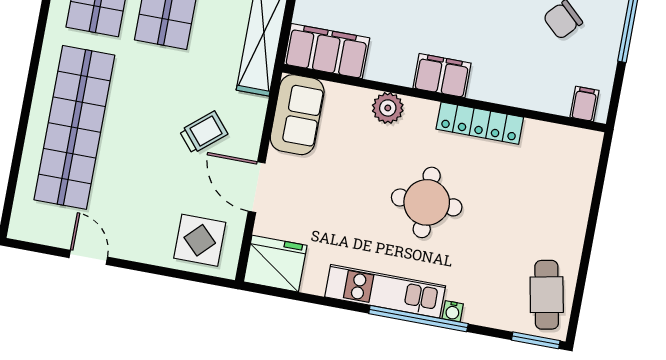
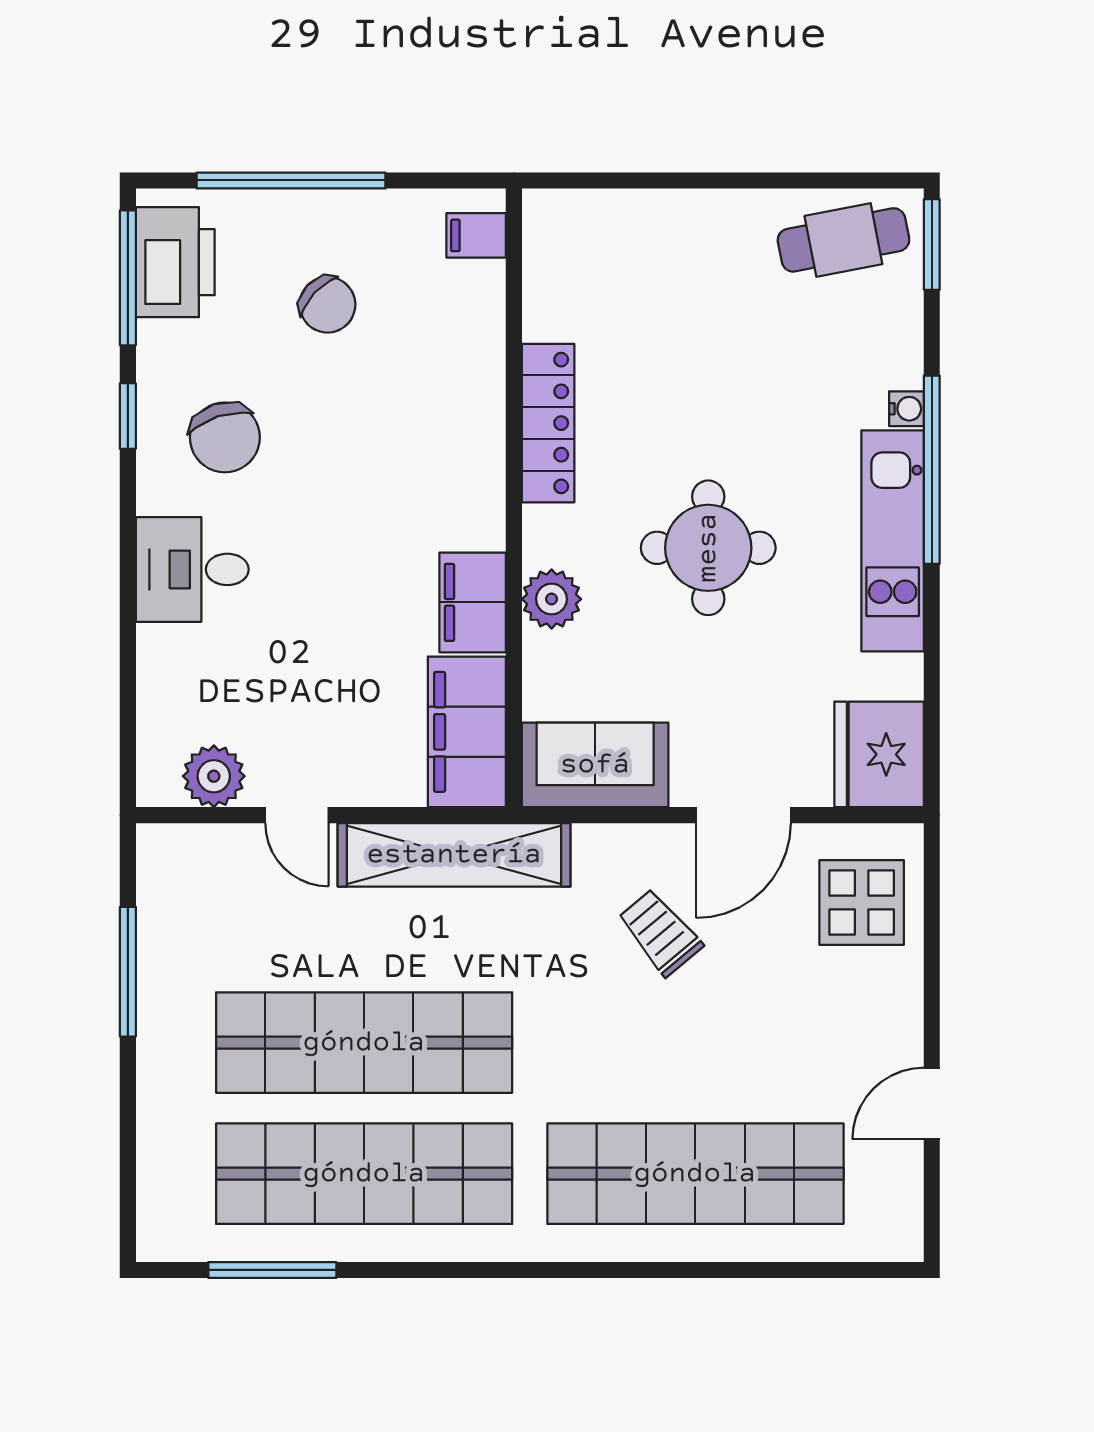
filing cabinet: (442, 76) -> (473, 602), moved
round table: (427, 202) -> (708, 548), moved

